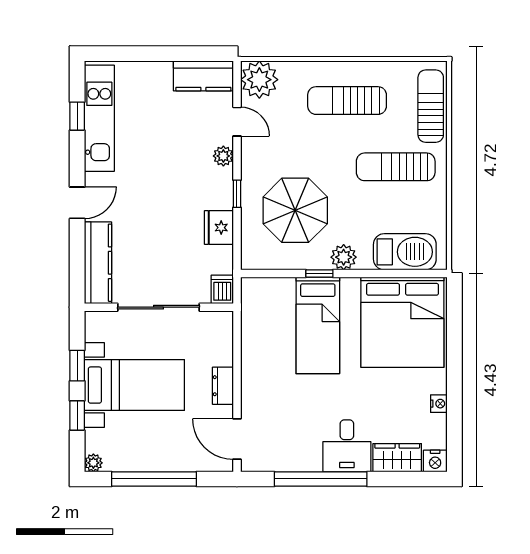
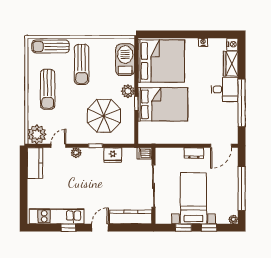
window: (77, 116) -> (68, 228), moved
door: (77, 203) -> (100, 228), hinge flipped
bed: (318, 325) -> (163, 104), width x1.50

